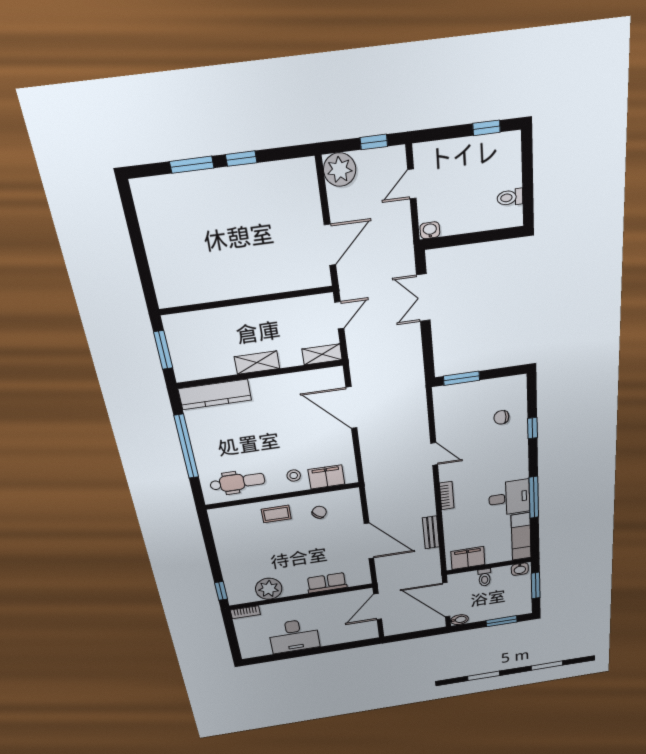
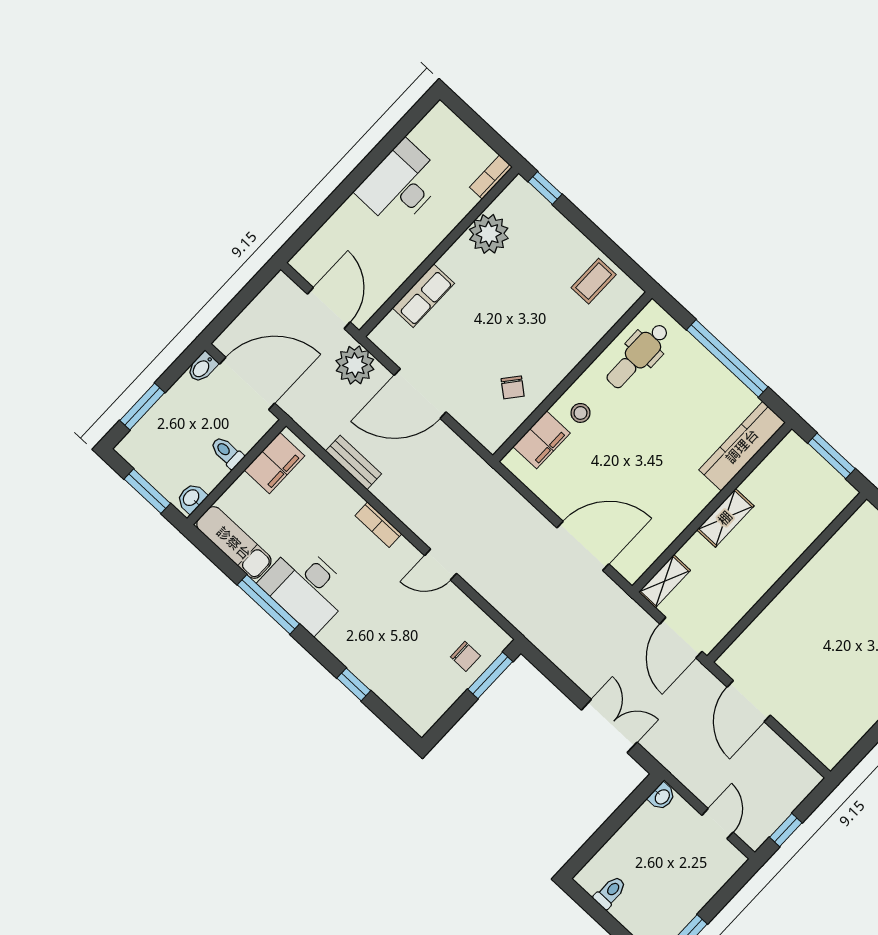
plant: (340, 170) -> (355, 365), moved
door: (339, 315) -> (681, 638), width x1.37
chair: (501, 417) -> (465, 656), moved, turned 90
desk: (509, 498) -> (306, 588), width x1.37
coffee table: (276, 514) -> (594, 281), moved

